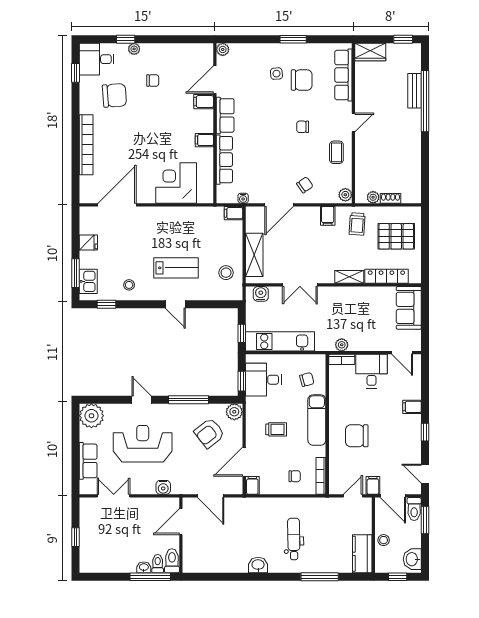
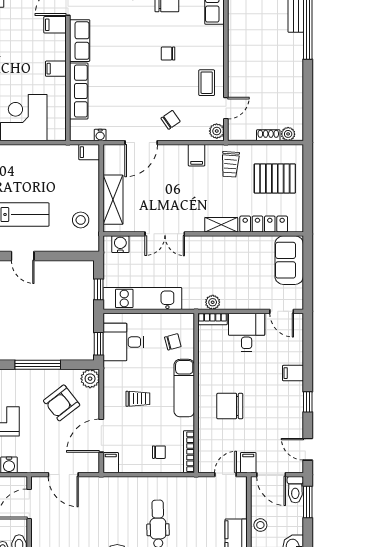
door: (353, 123) -> (226, 108), moved
plant: (373, 197) -> (288, 134), moved

